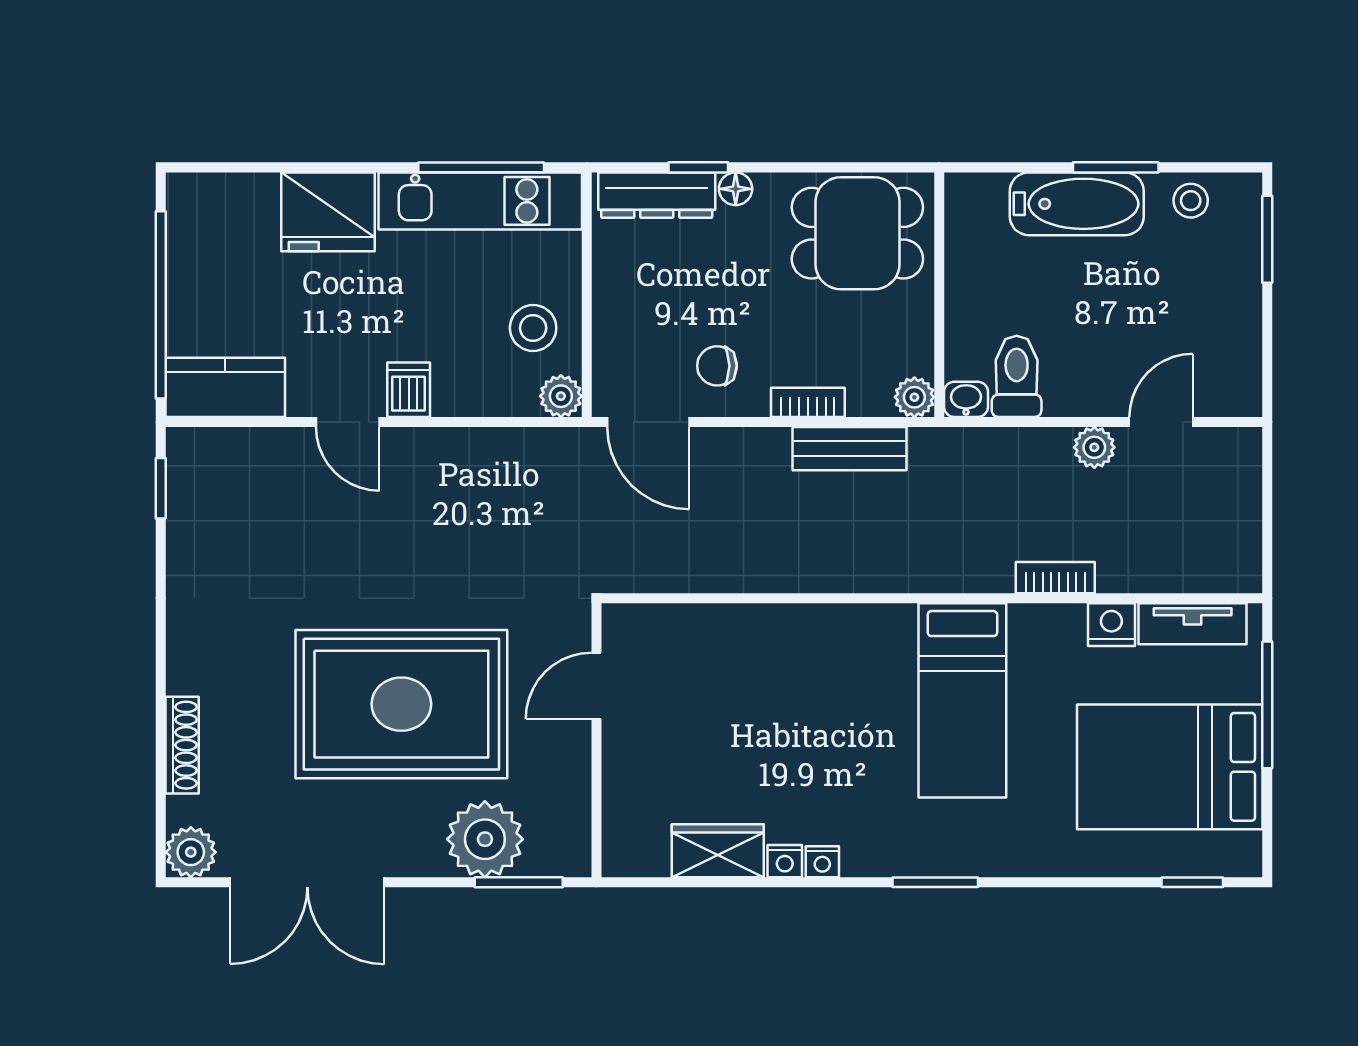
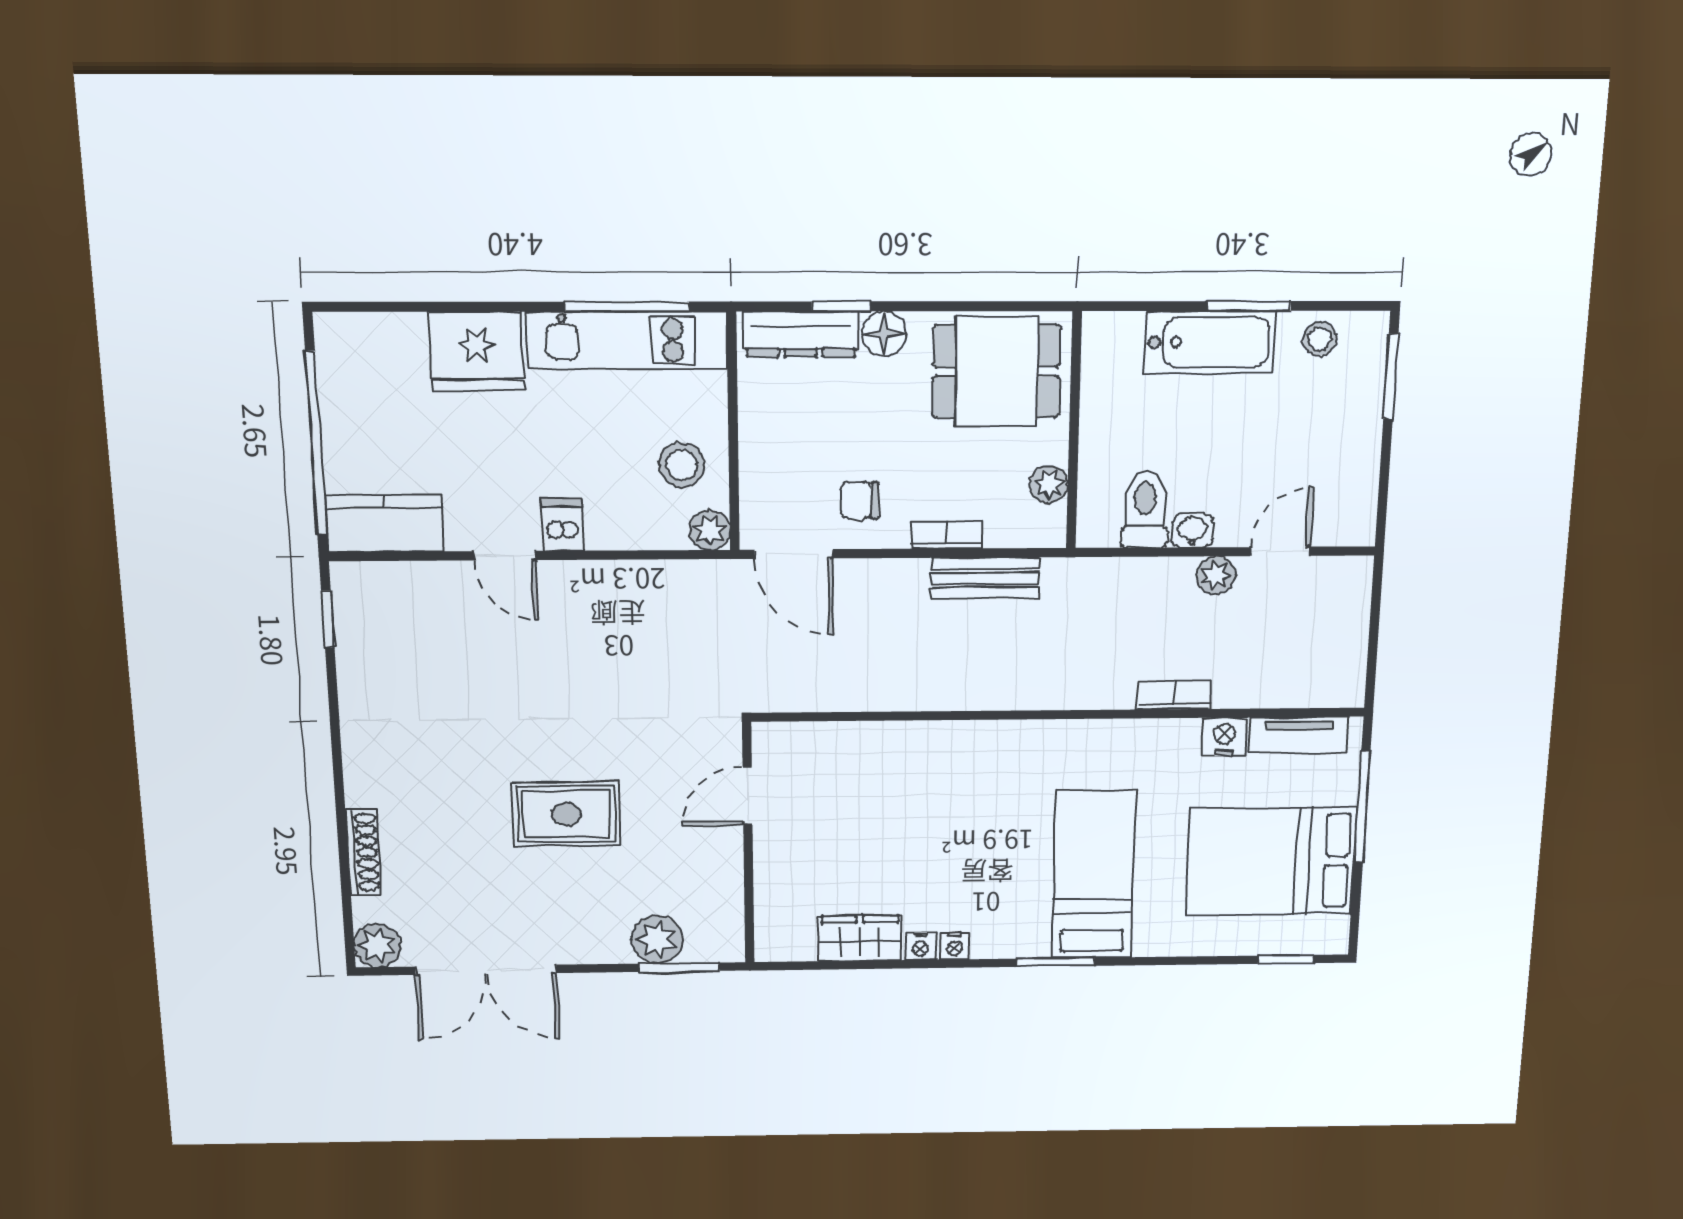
floor lamp: (736, 189) -> (884, 334), width x1.37, depth x1.37
plant: (914, 397) -> (1049, 484), moved
washbasin: (966, 399) -> (1192, 531), moved
bed: (962, 700) -> (1094, 875), moved, turned 180
rug: (401, 704) -> (566, 814), width x0.54, depth x0.49
plant: (485, 839) -> (657, 940), width x0.73, depth x0.73

